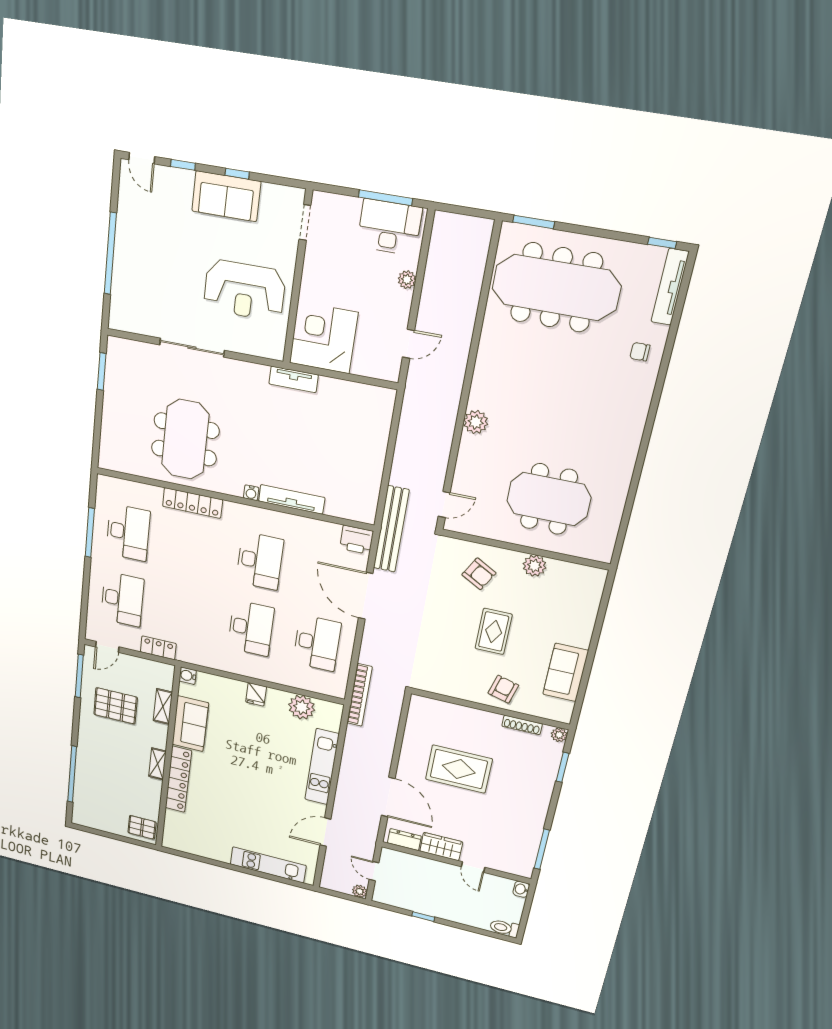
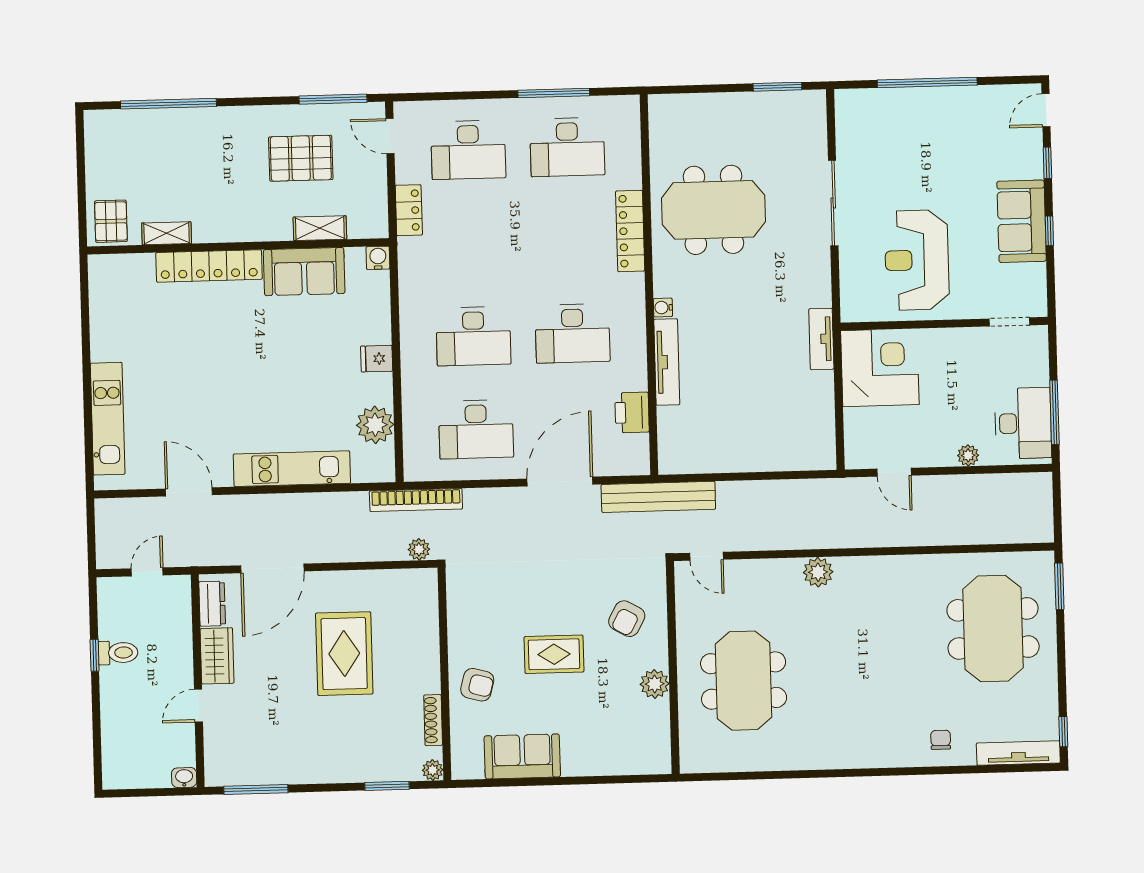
meeting table: (556, 287) -> (993, 628), width x0.73
printer: (356, 540) -> (632, 412), moved
pallet: (116, 706) -> (301, 158), turned 90
shelving: (157, 764) -> (167, 233), moved
plant: (360, 891) -> (419, 549), moved
toilet: (504, 928) -> (118, 653), moved, turned 90

